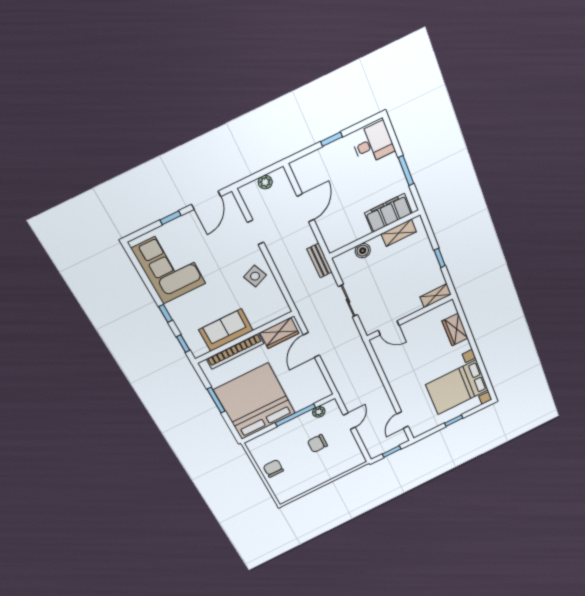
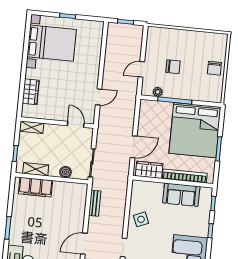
filing cabinet: (388, 213) -> (35, 187), moved
shelving: (399, 233) -> (36, 169), moved
wall: (375, 234) -> (52, 178), moved
boiler: (363, 251) -> (65, 172), moved
door: (403, 420) -> (99, 97), moved

